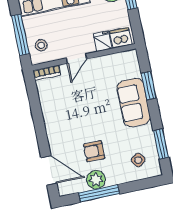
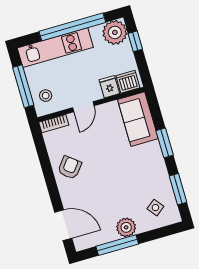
window: (149, 86) -> (165, 143), moved
sofa: (134, 103) -> (138, 119), moved
armchair: (94, 151) -> (70, 168), moved, turned 128
plant: (96, 180) -> (126, 227), moved

